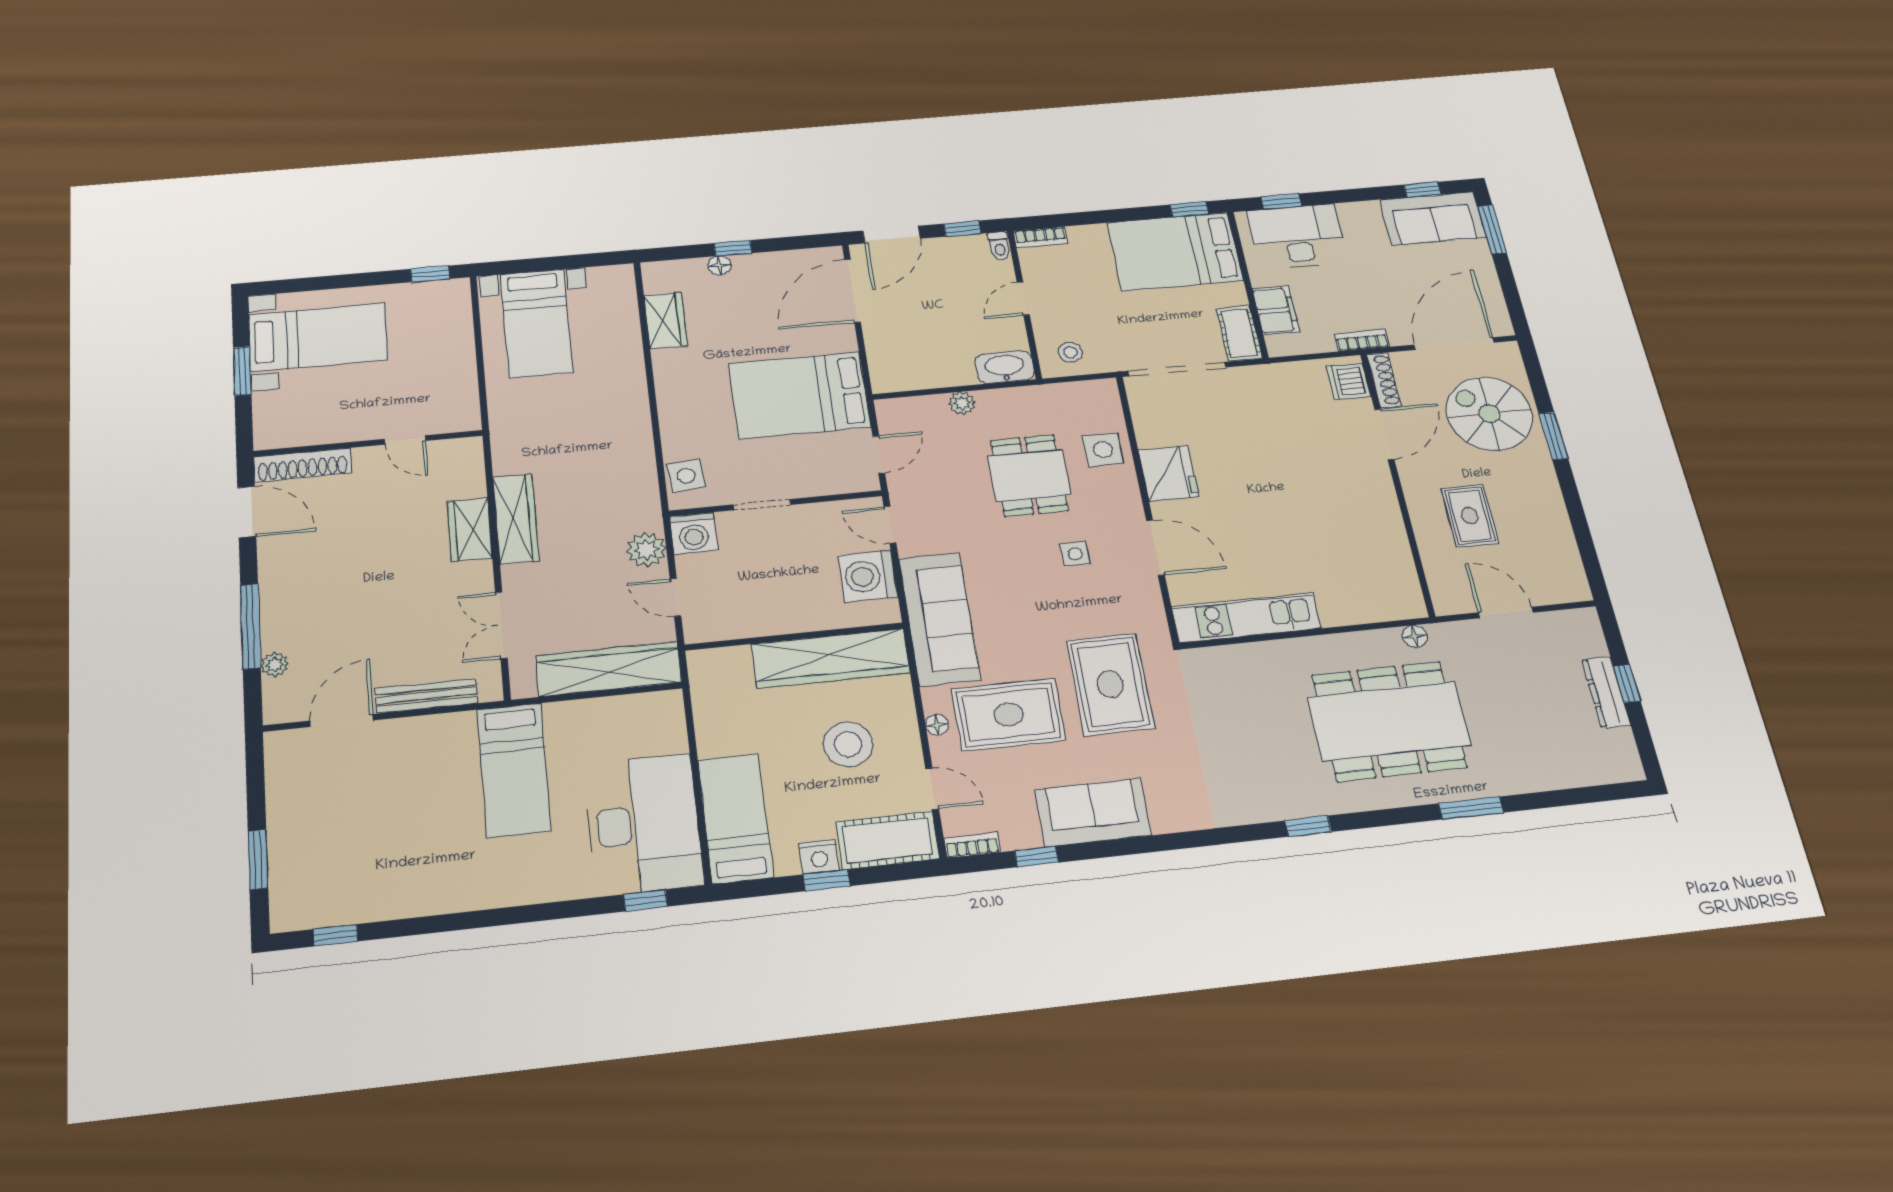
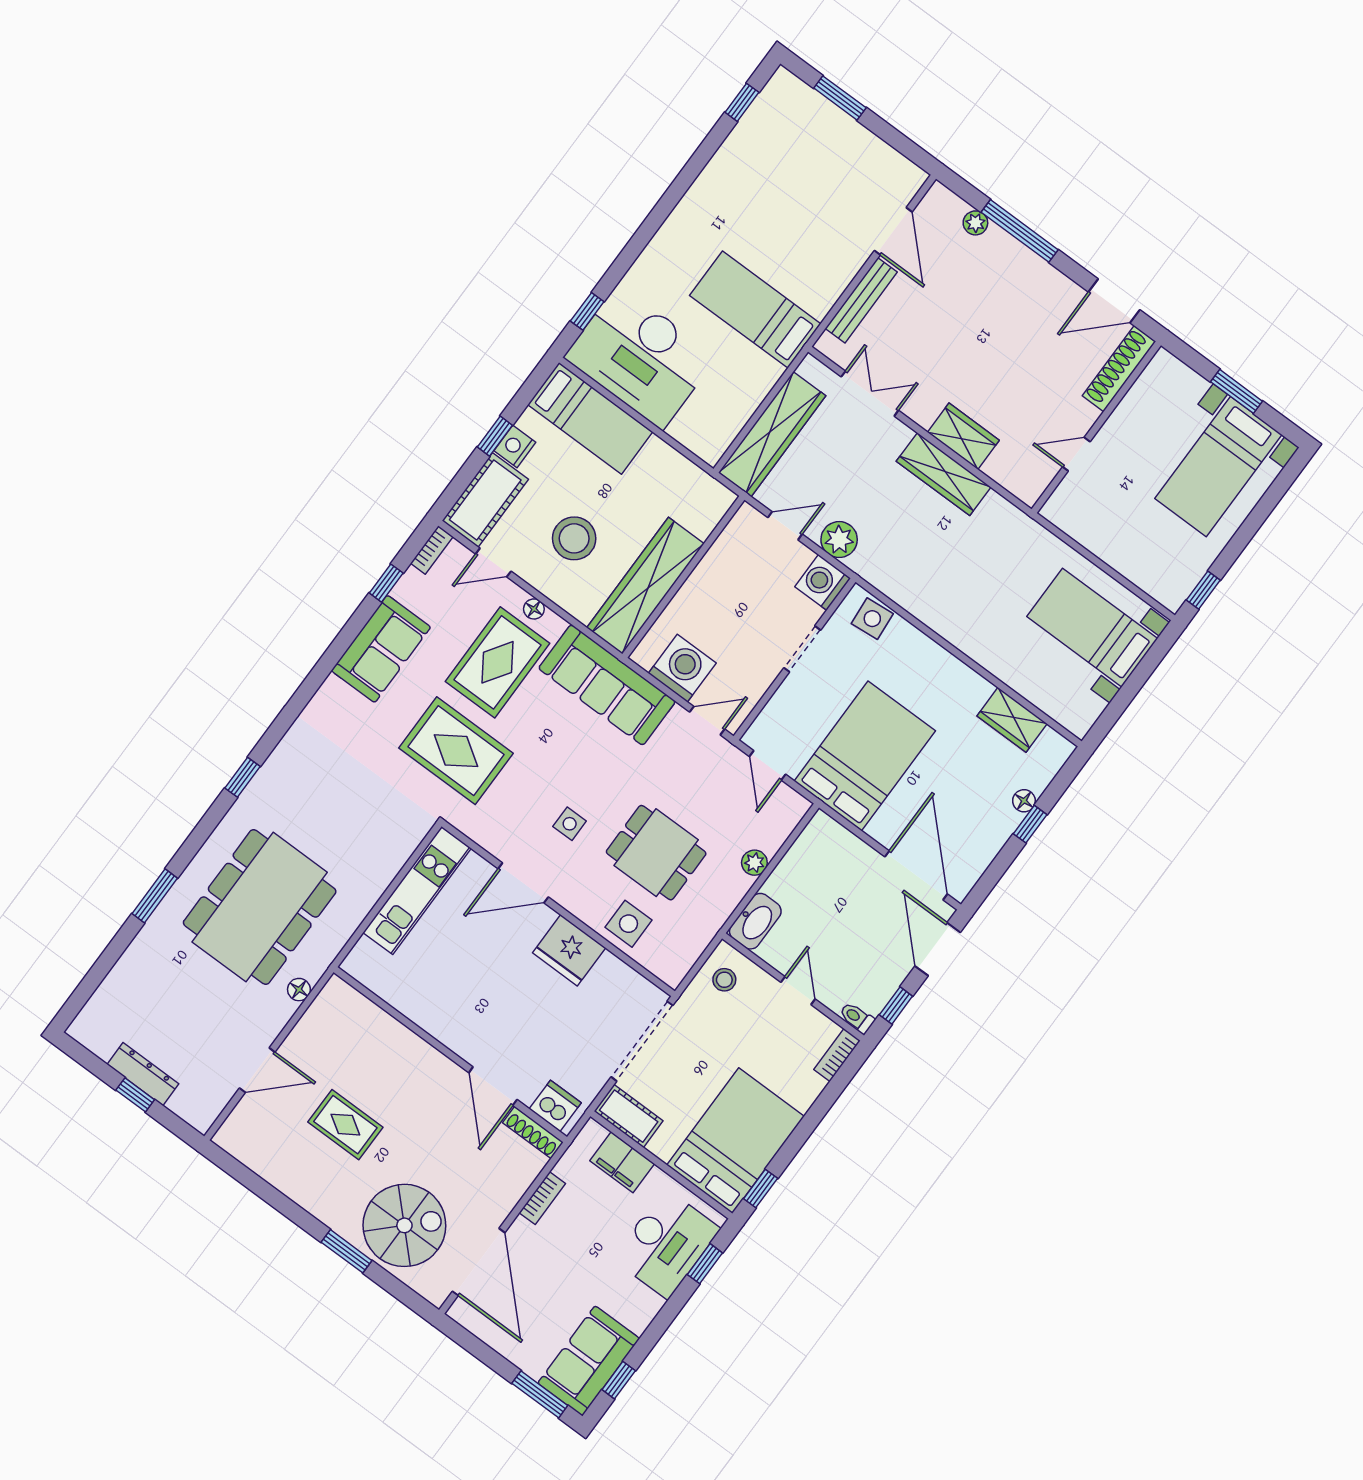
shoe rack: (1384, 380) -> (533, 1132), moved
dishwasher: (1348, 381) -> (555, 1106), moved
door: (1384, 434) -> (493, 1086), moved
wall: (1397, 482) -> (450, 1055), moved

